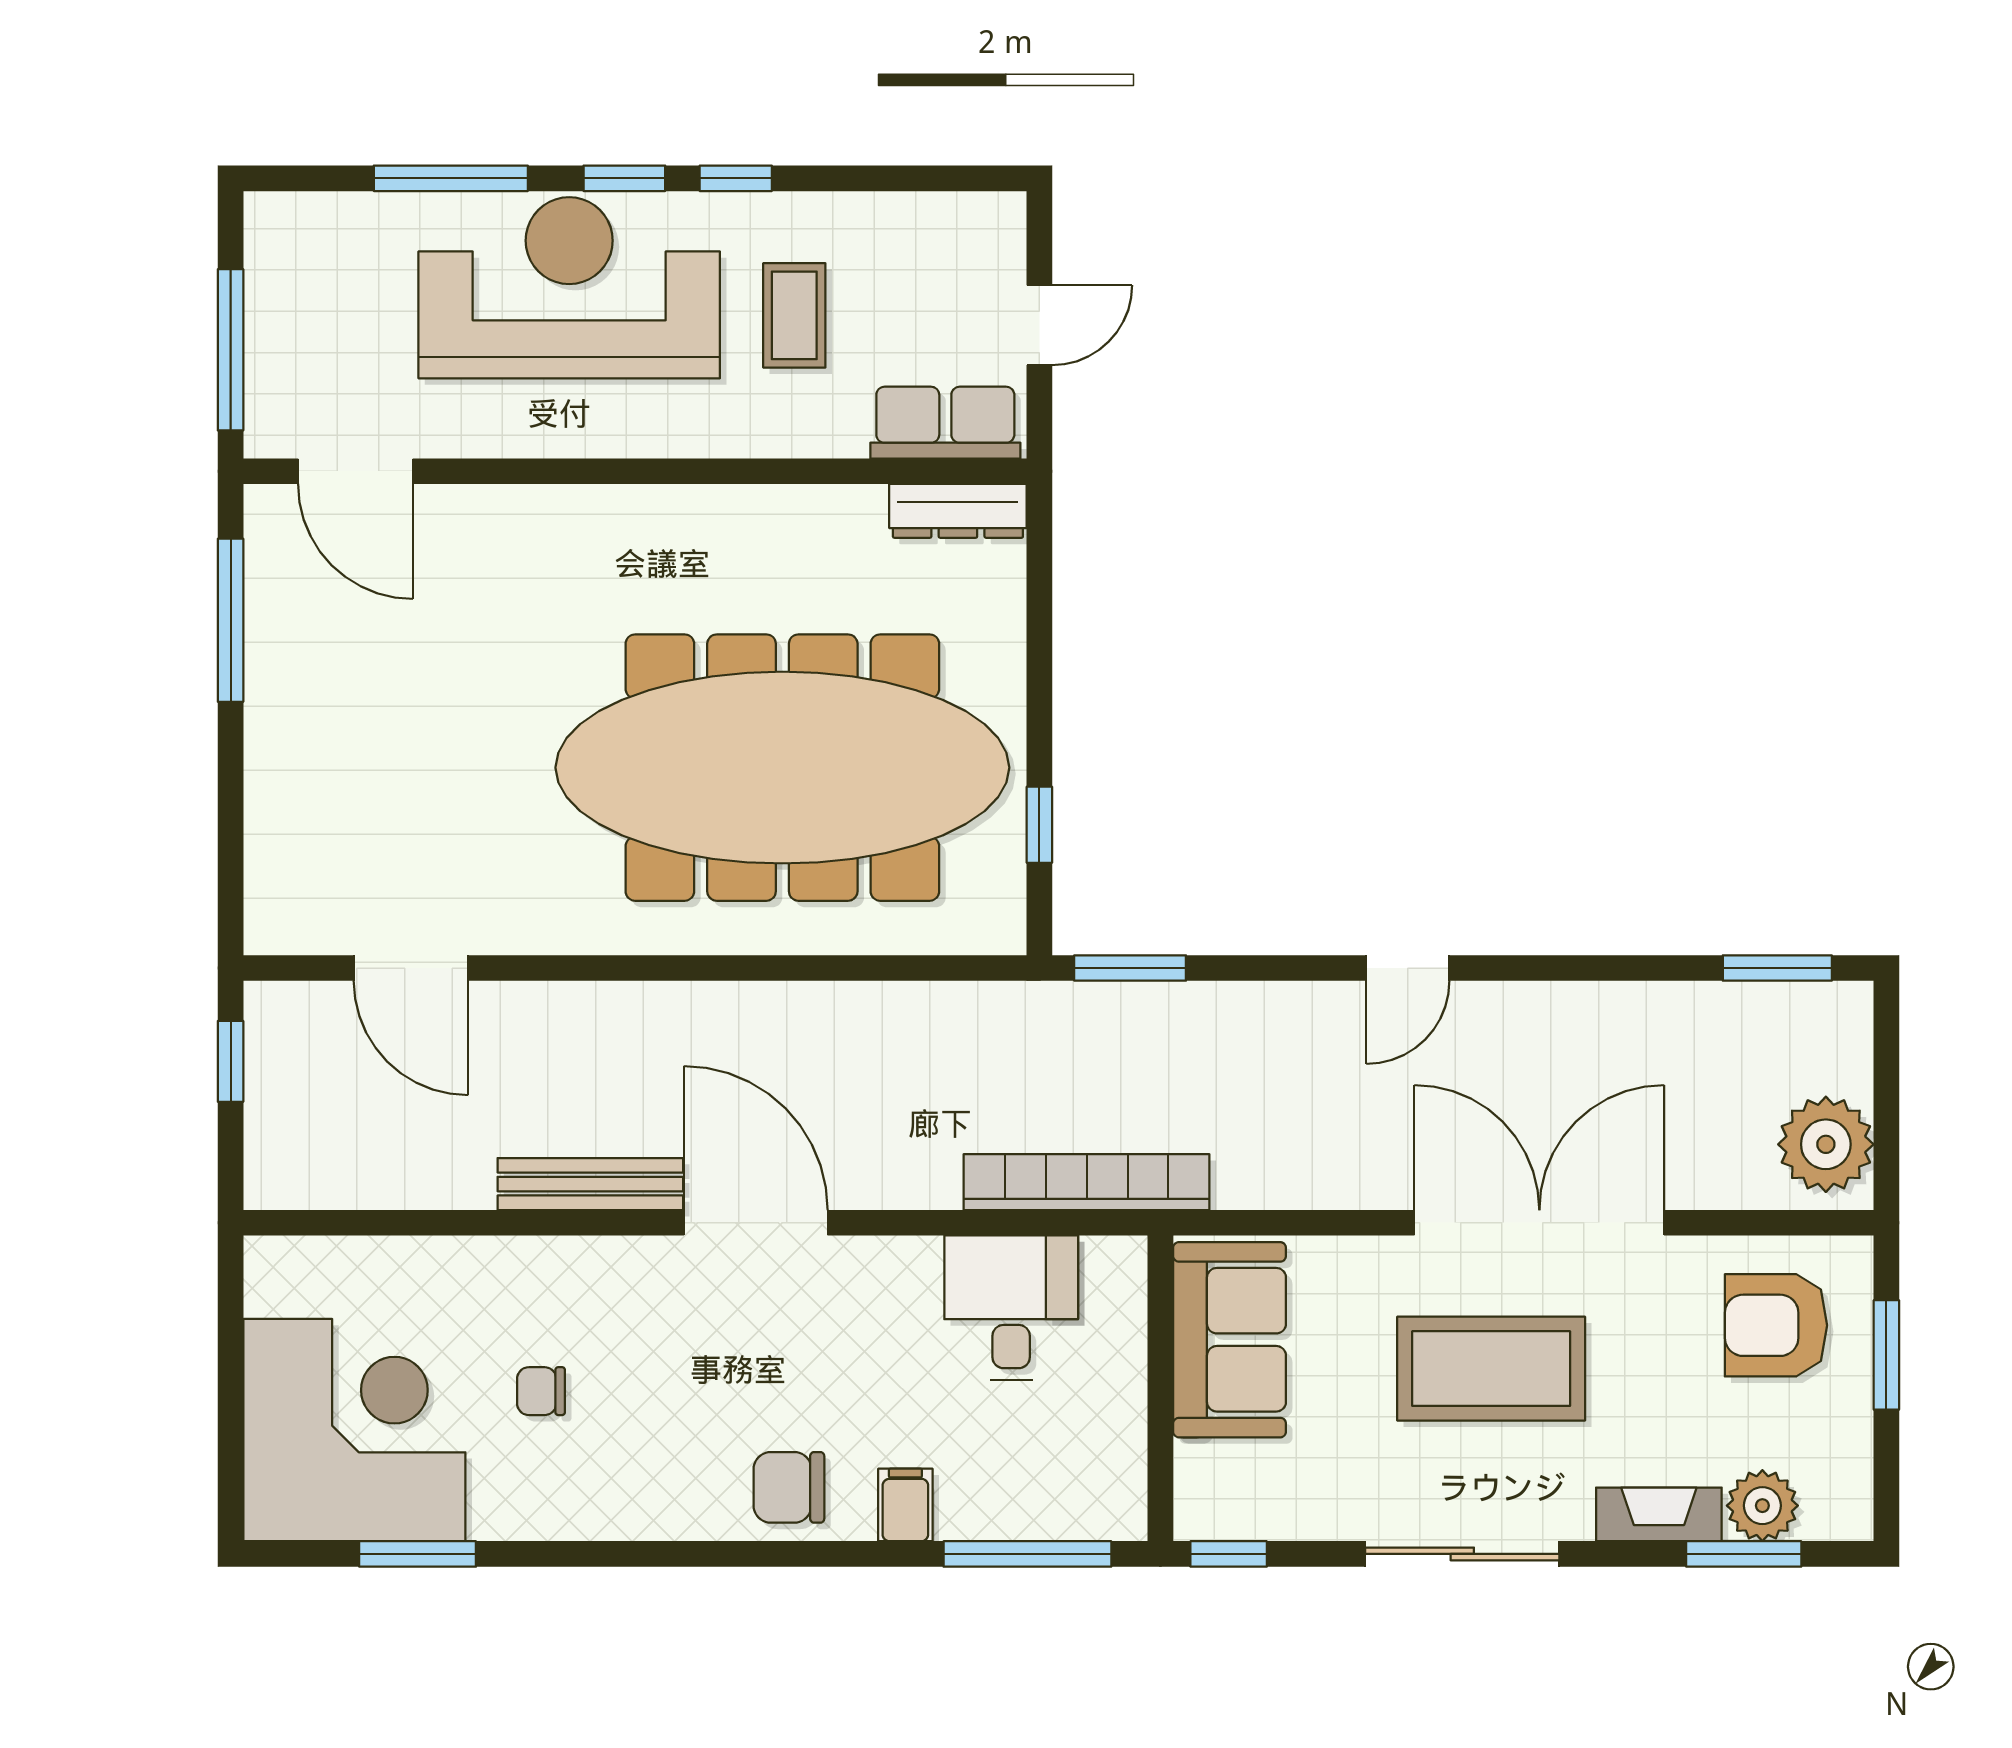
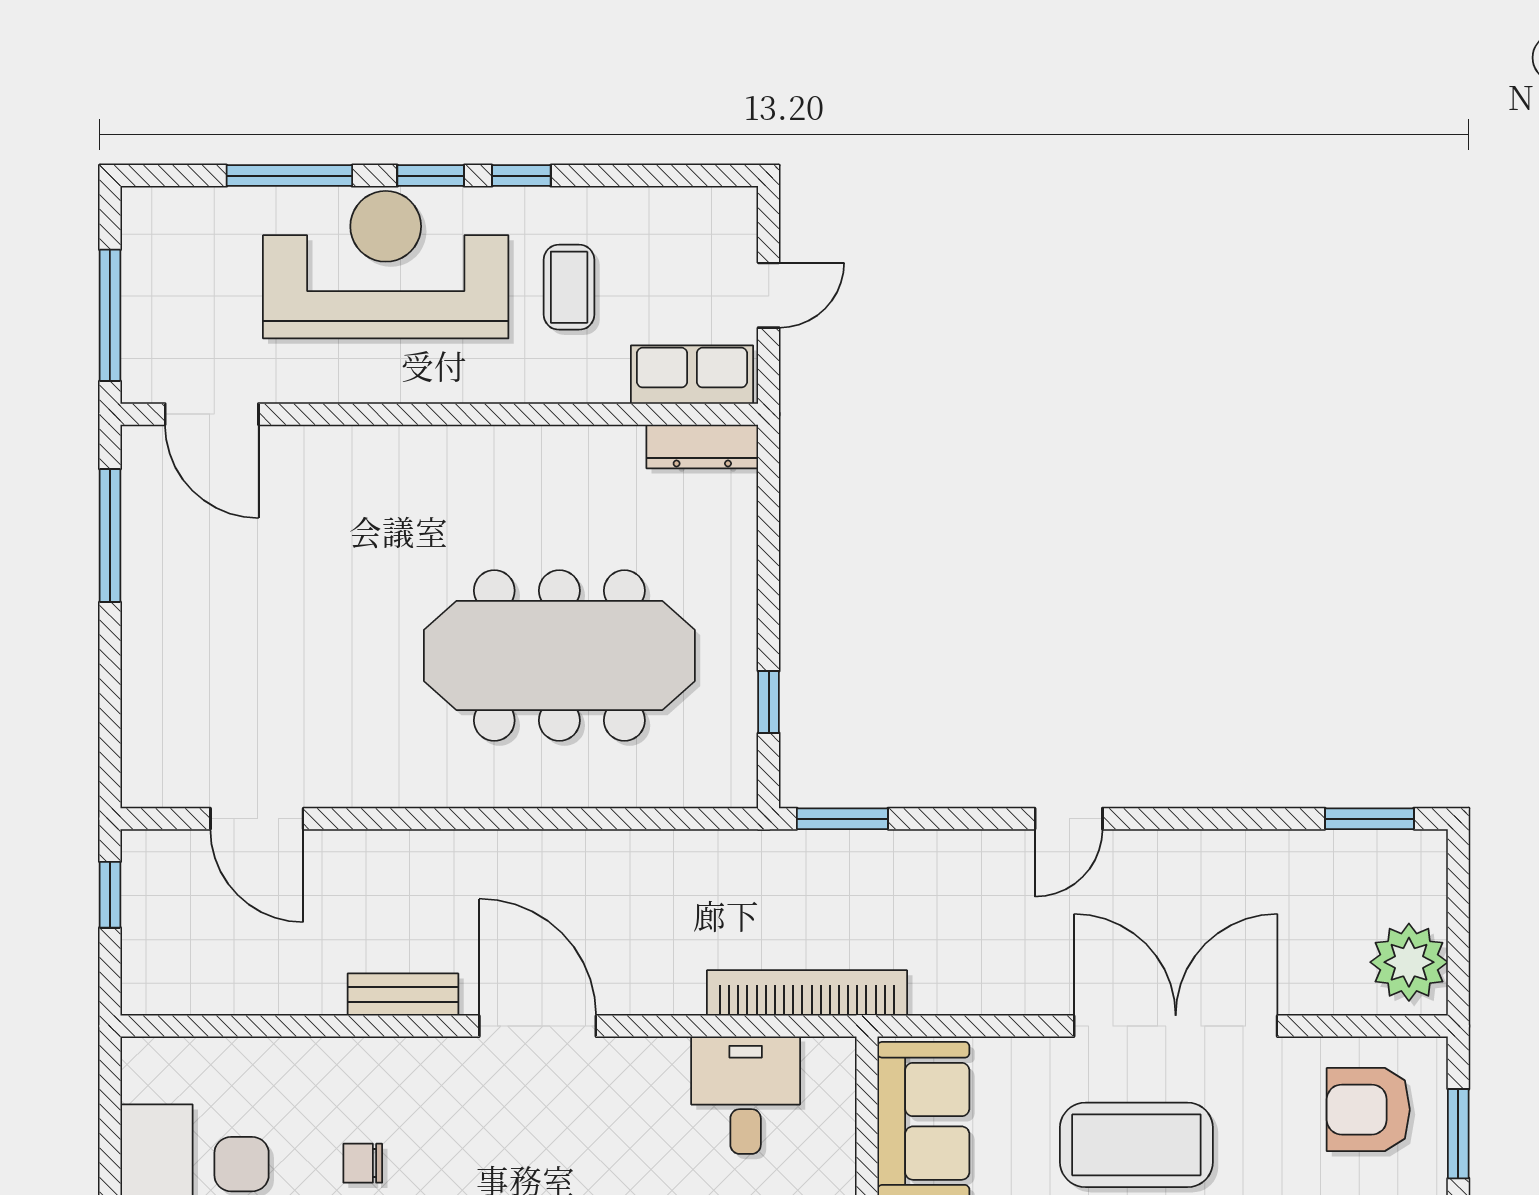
meeting table: (782, 768) -> (559, 655), width x0.73, depth x0.79
bench: (590, 1184) -> (403, 995), width x0.73

